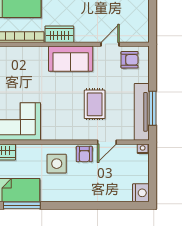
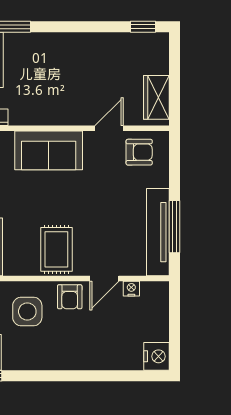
wardrobe: (59, 34) -> (156, 97), moved, turned -90
rug: (95, 104) -> (56, 249), moved
nightstand: (143, 149) -> (131, 289), moved

